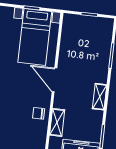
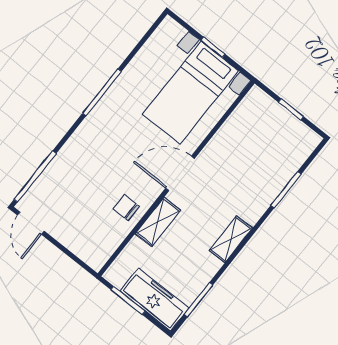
door: (54, 80) -> (180, 173), hinge flipped
shelving: (57, 122) -> (158, 222), moved

